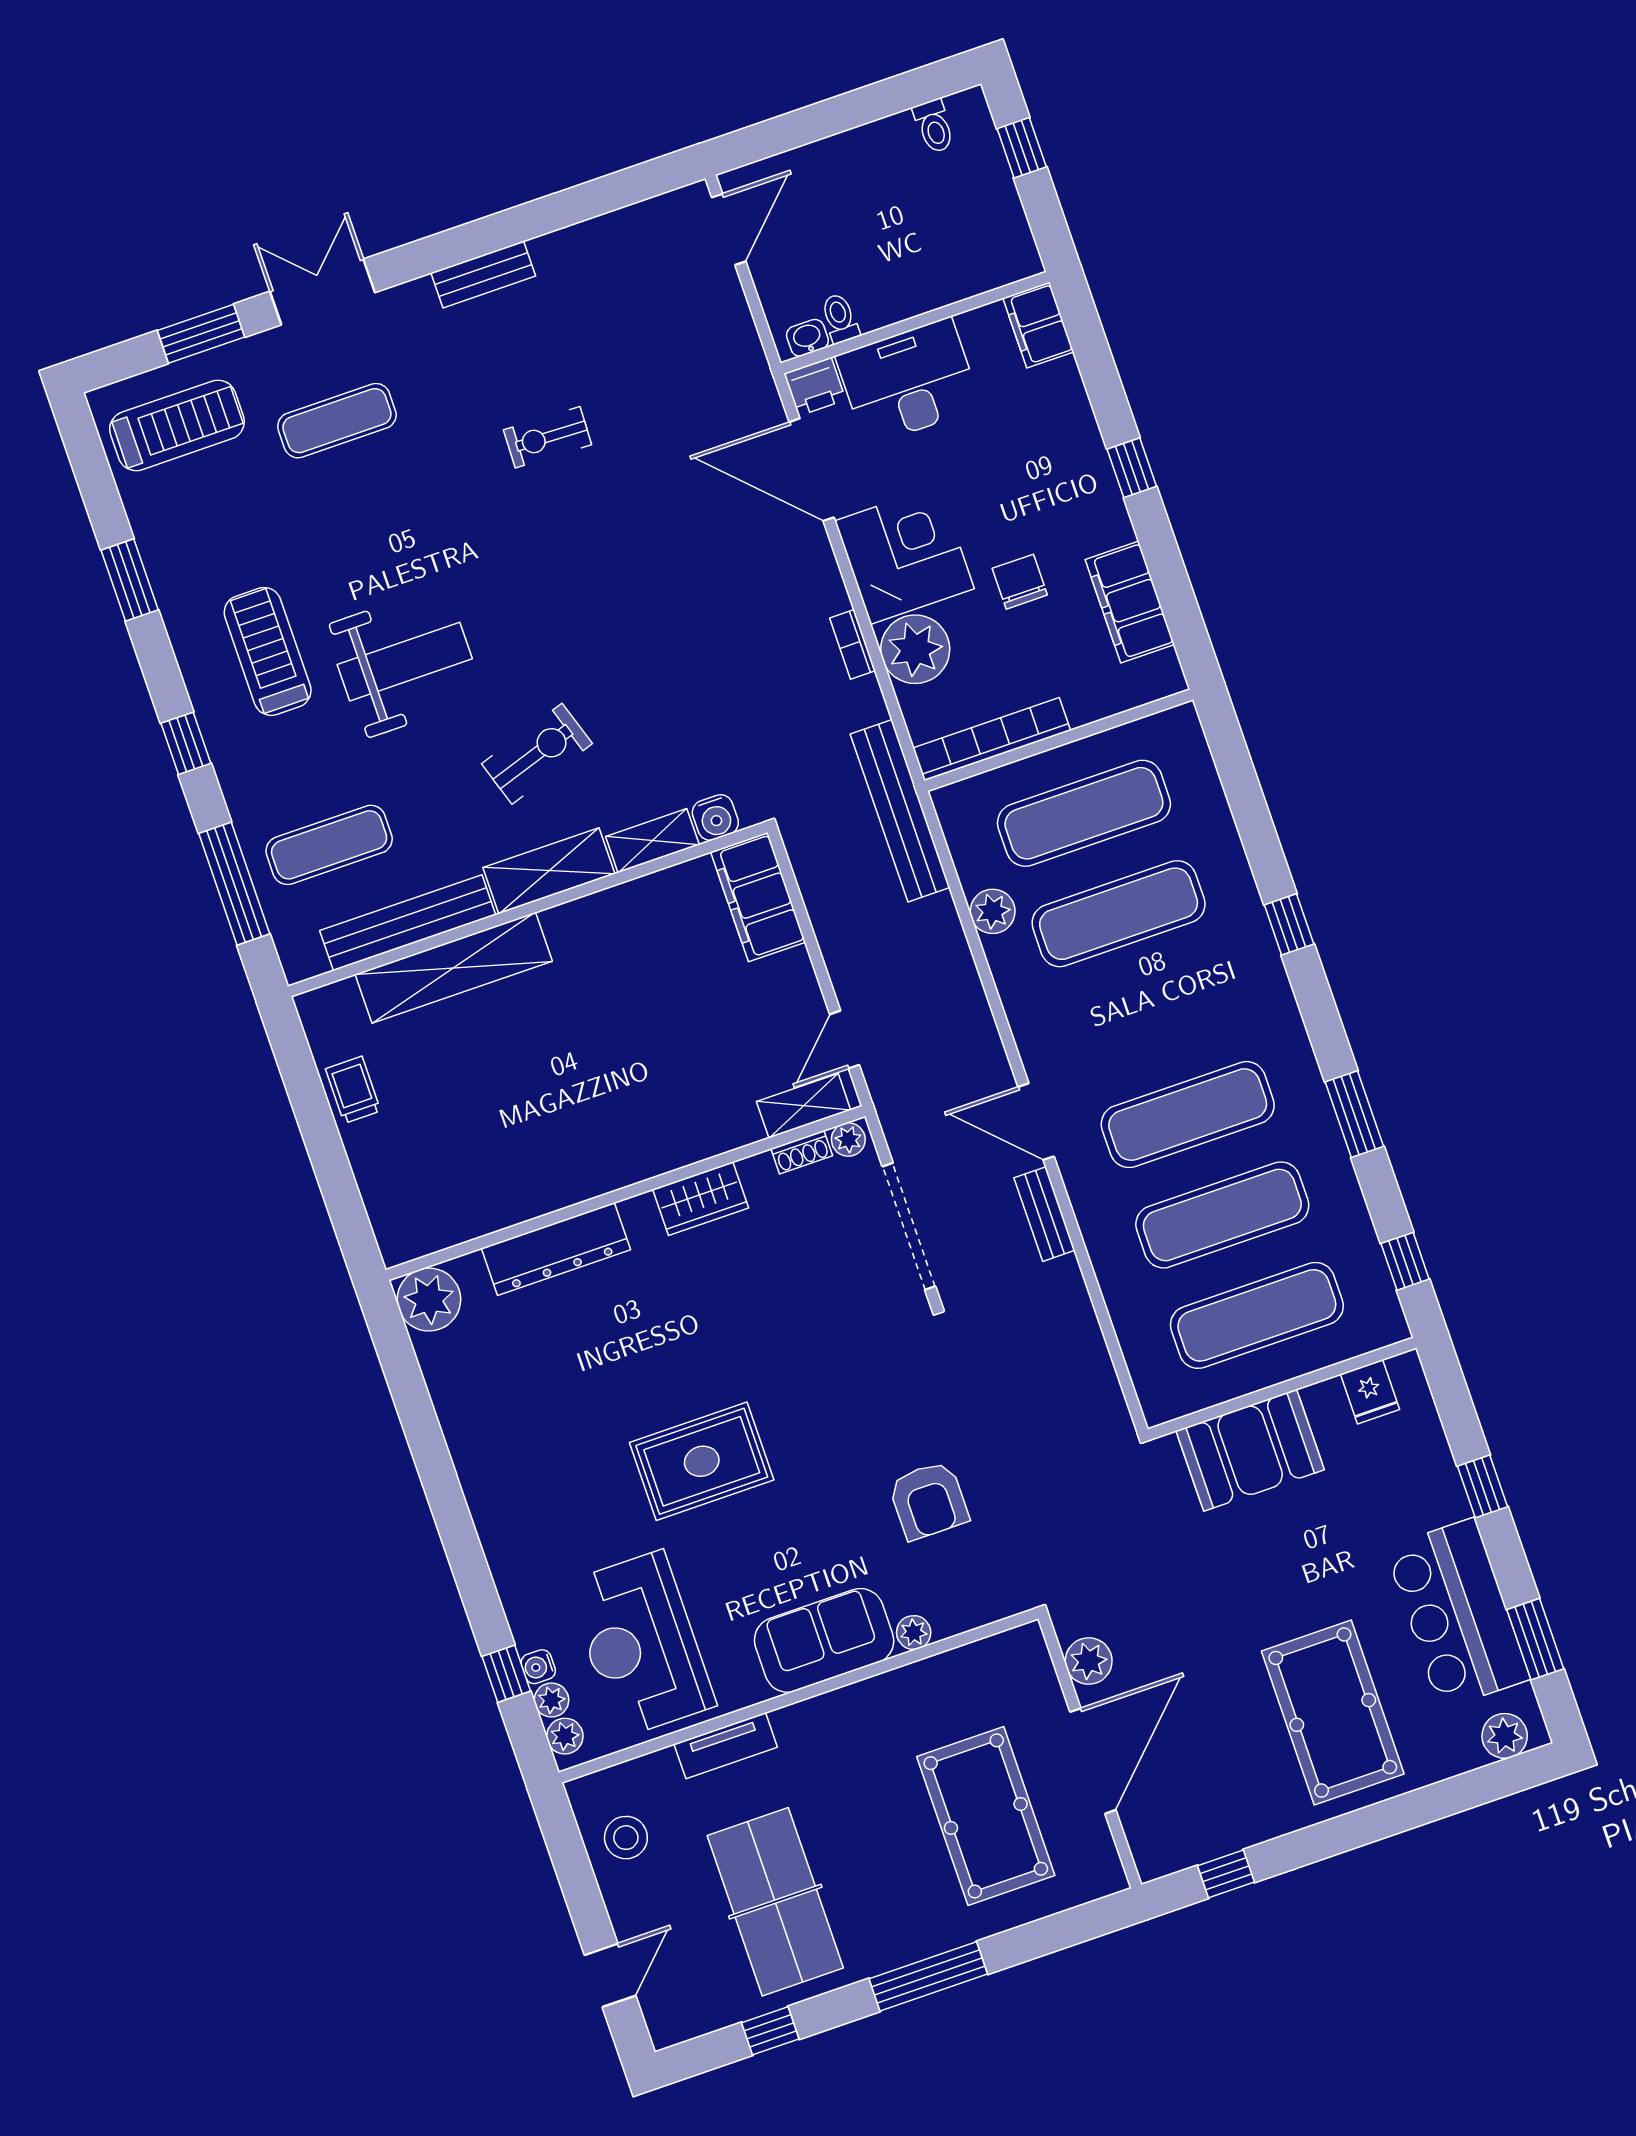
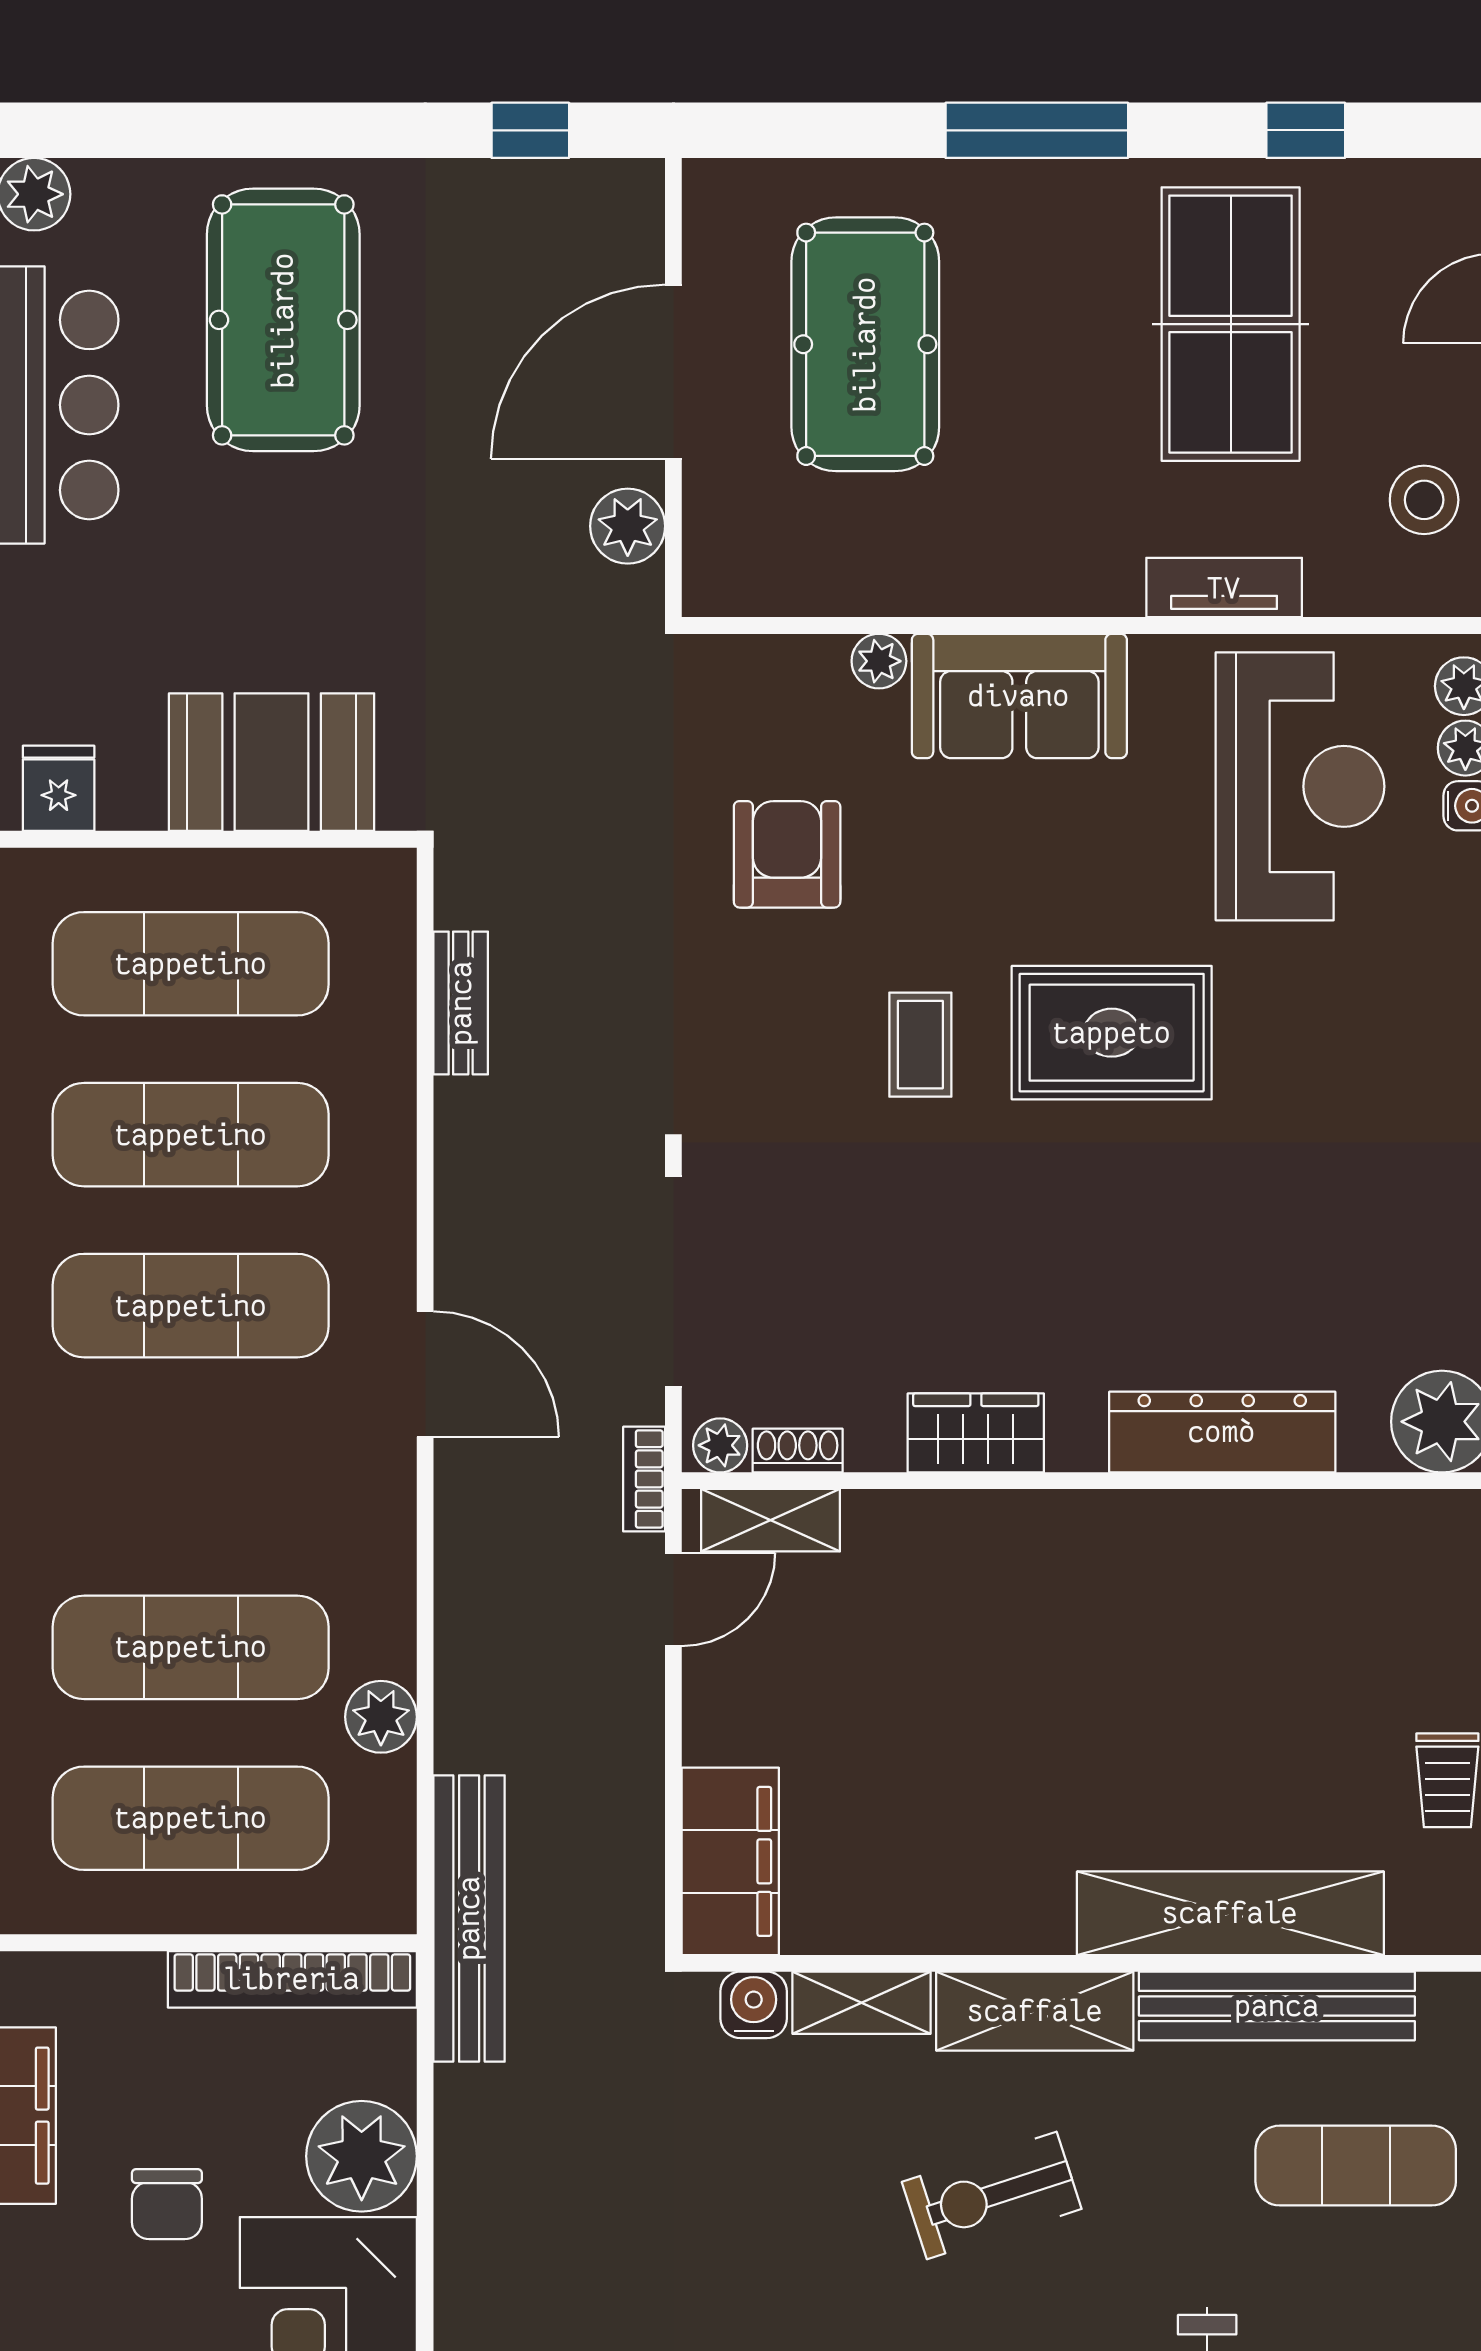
bookcase: (852, 644) -> (644, 1479), moved, turned 180
bench: (1044, 1214) -> (461, 1003), moved
coffee table: (812, 1416) -> (920, 1045), added

